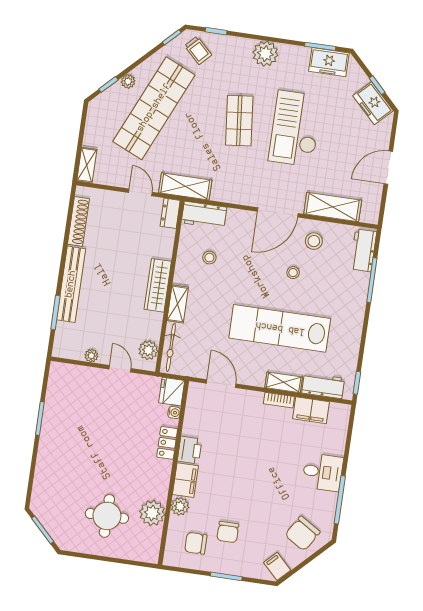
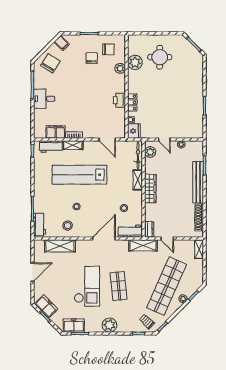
door: (278, 212) -> (104, 239), moved
lab bench: (280, 328) -> (79, 175), turned 180
filing cabinet: (185, 480) -> (119, 83), removed

